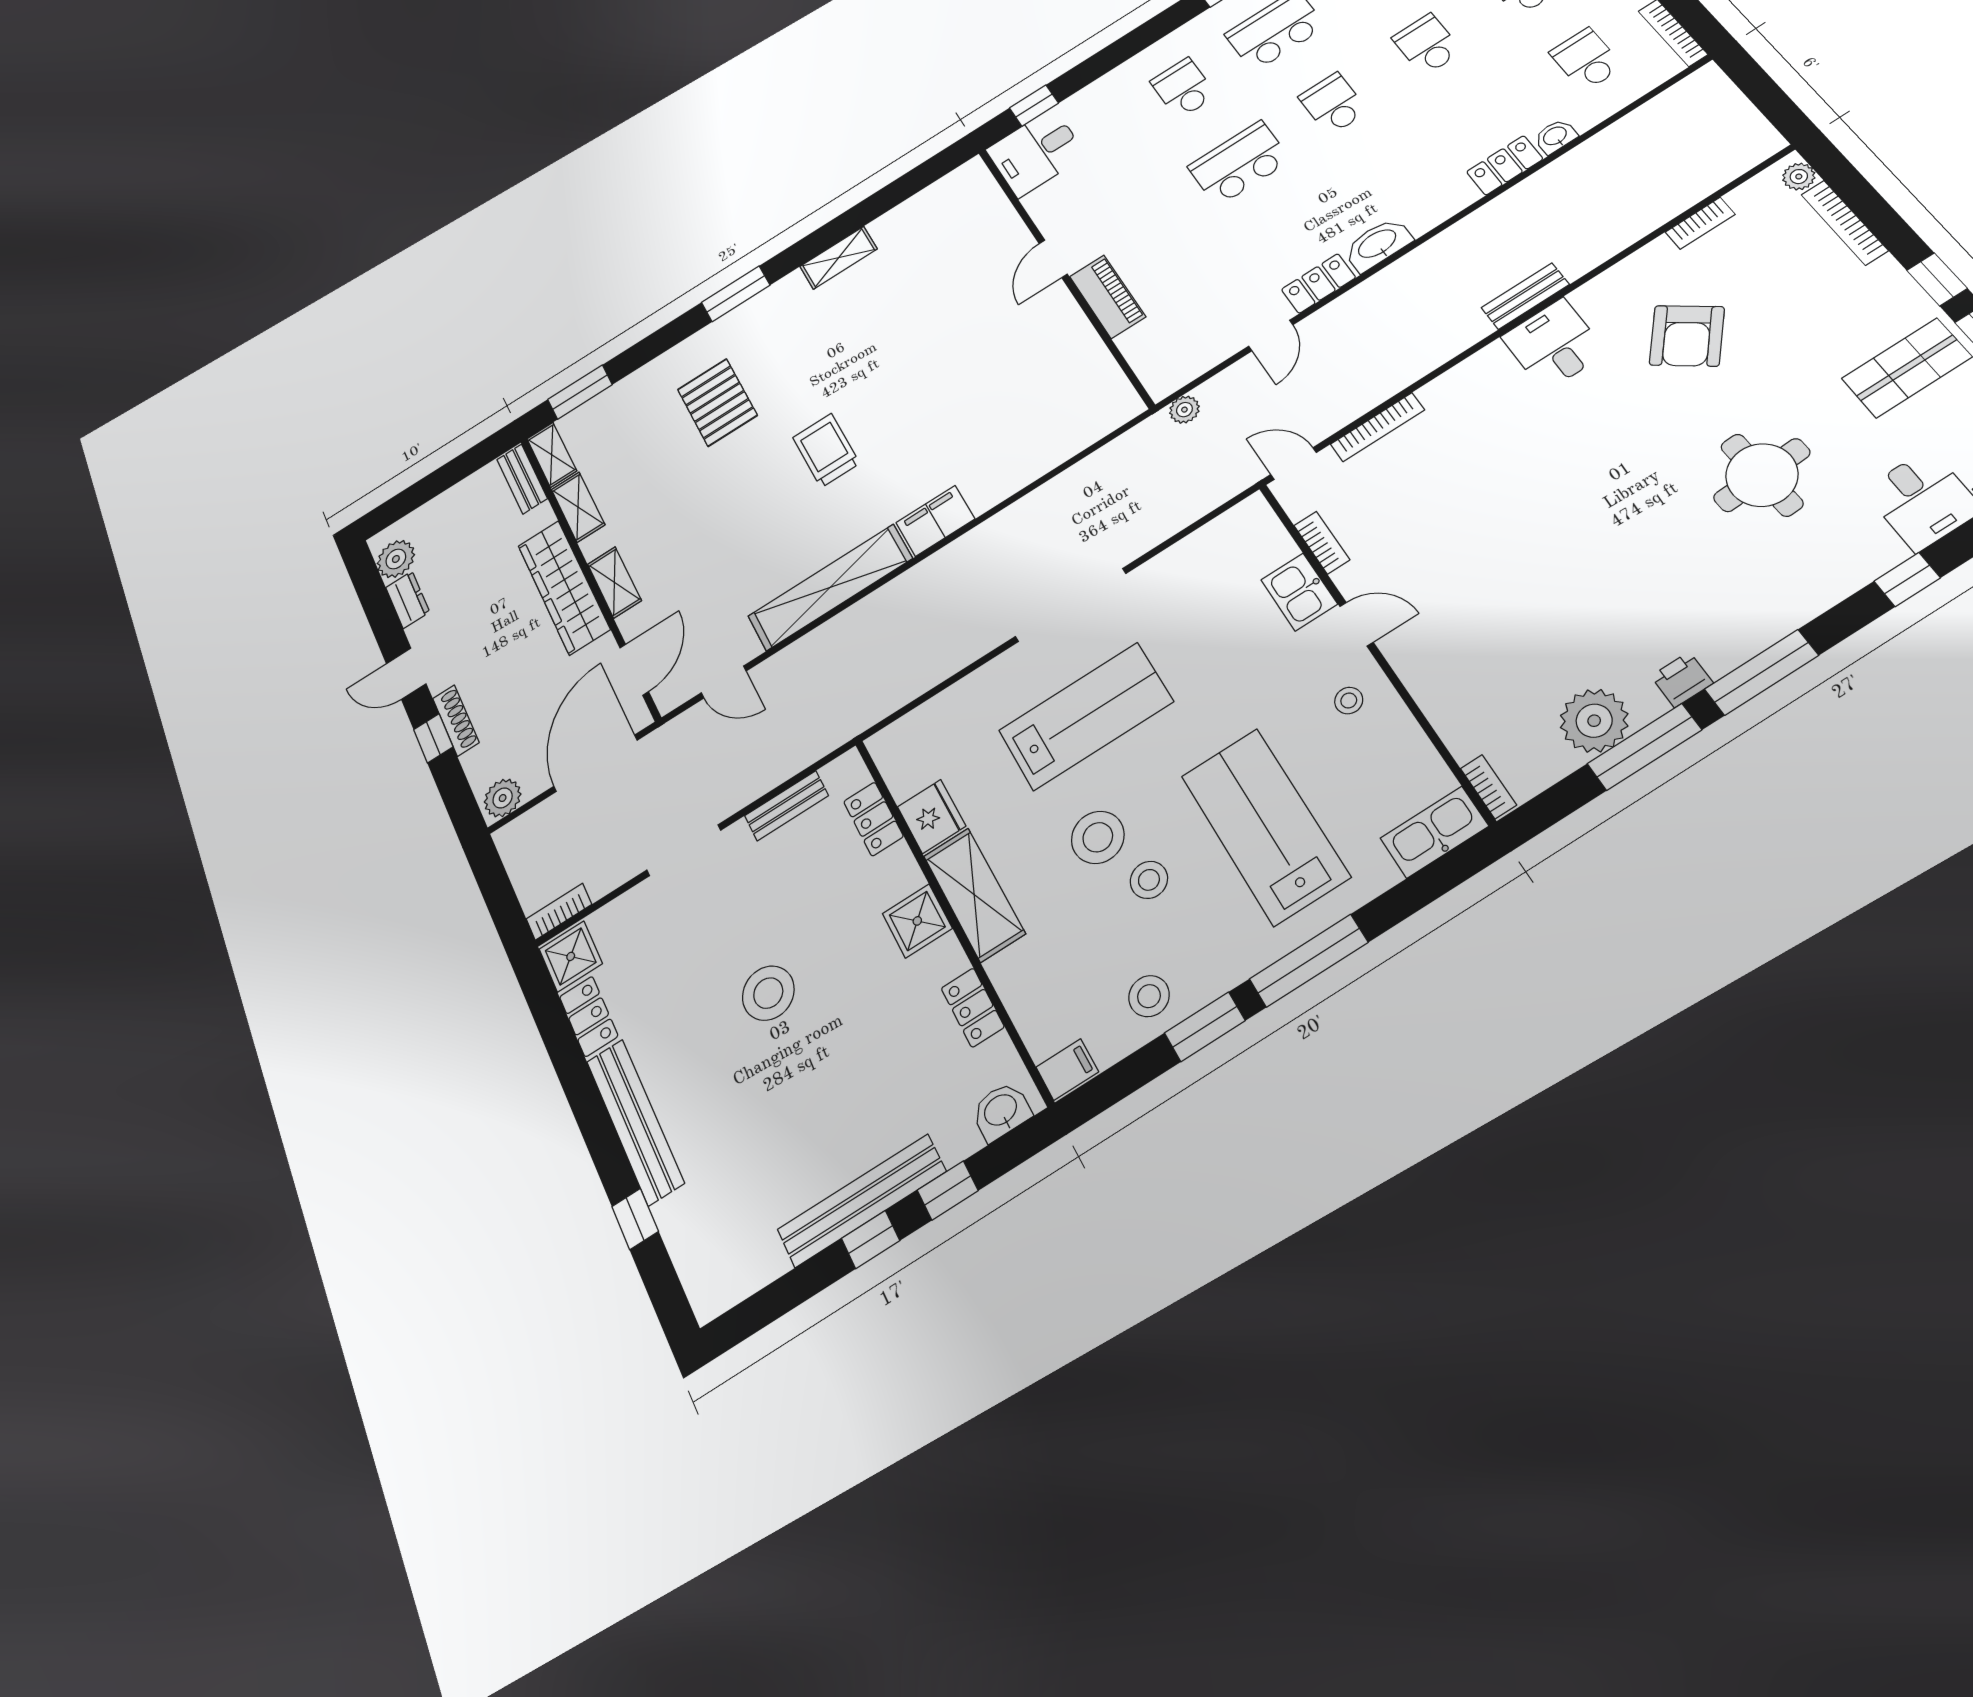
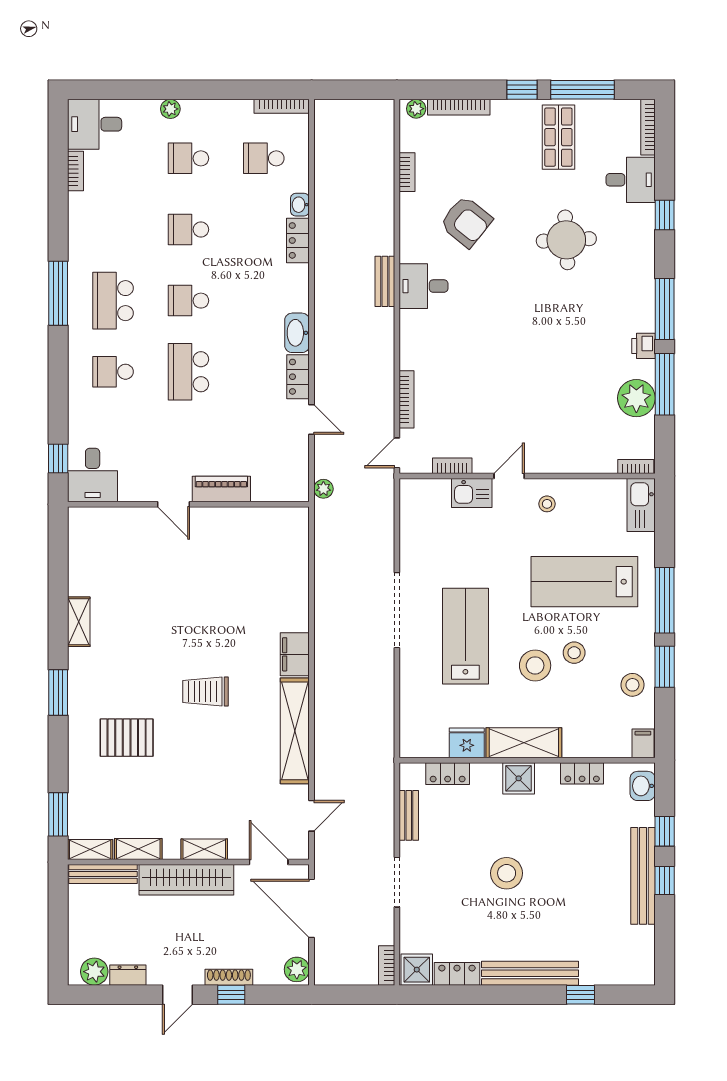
bench: (522, 479) -> (103, 874), width x1.36

